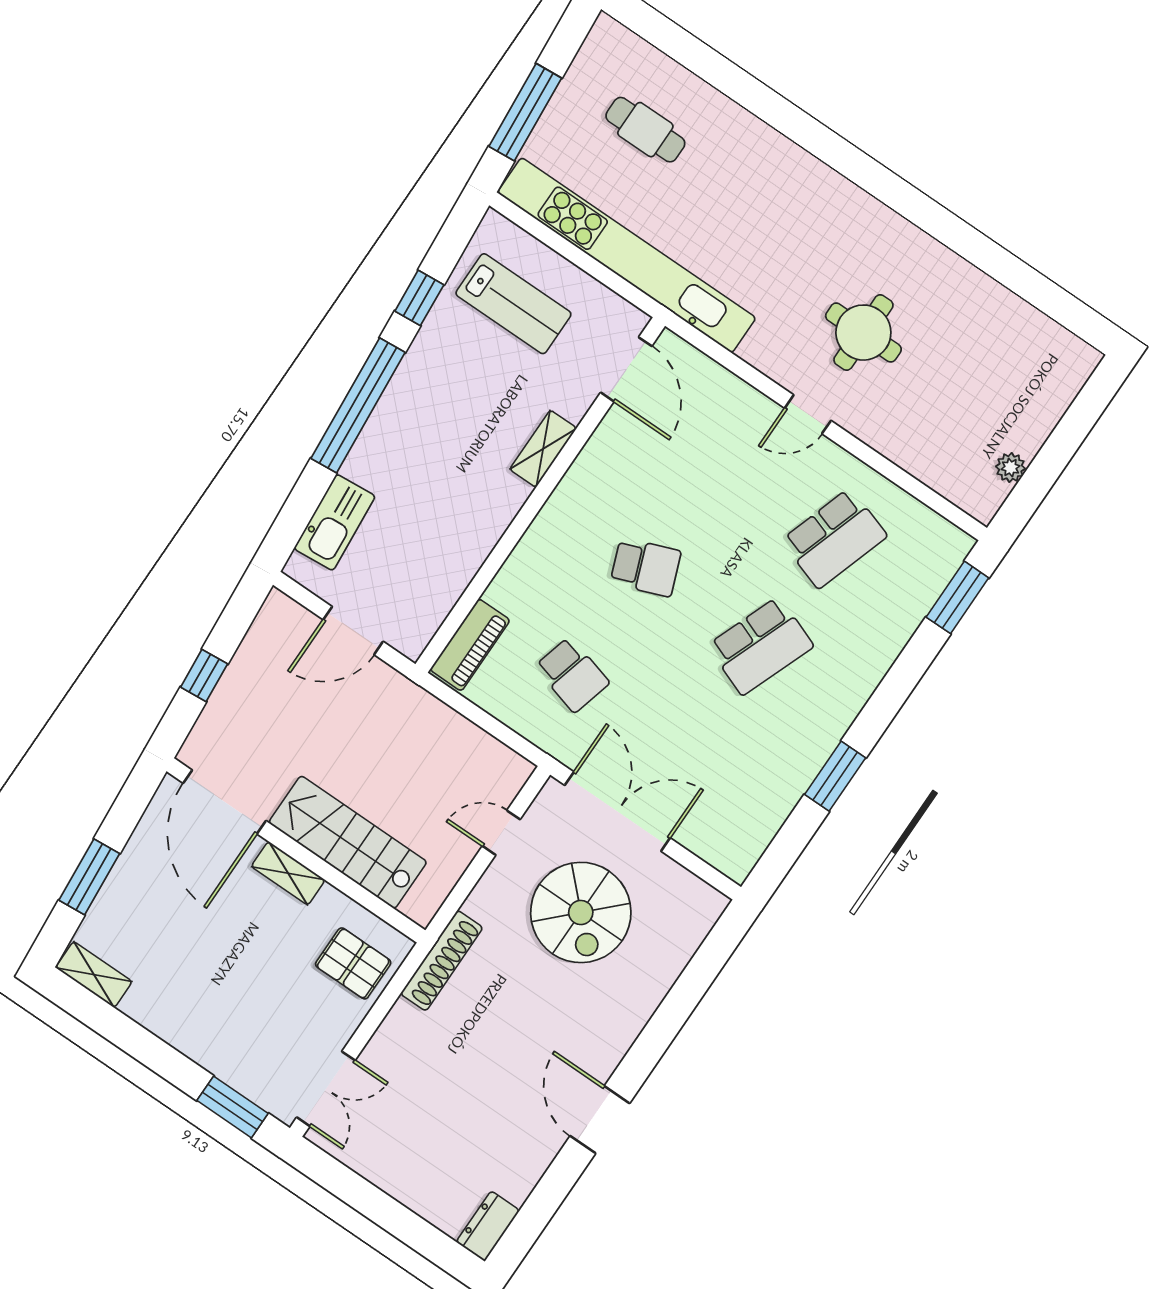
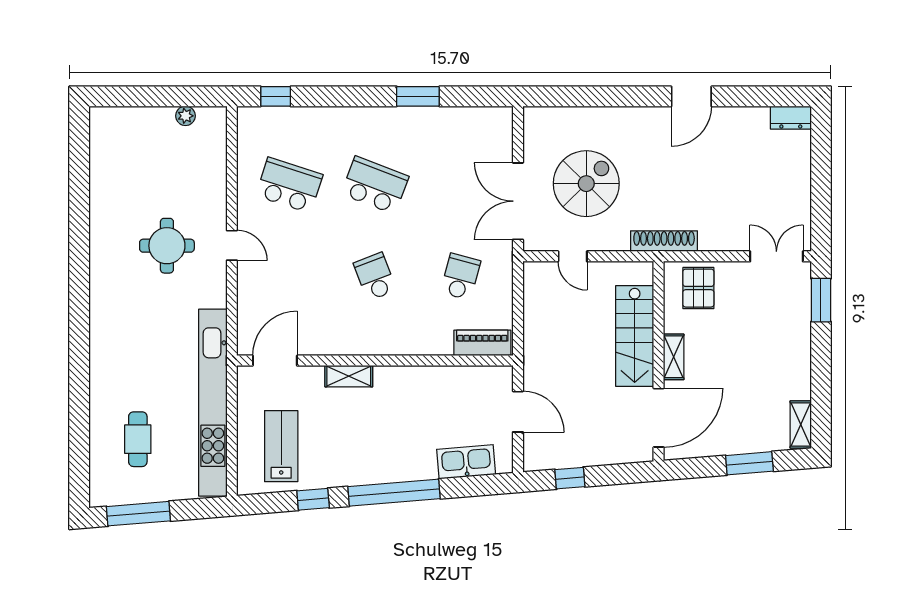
window: (525, 112) -> (138, 514), moved
window: (957, 597) -> (276, 96), width x0.67
window: (204, 675) -> (570, 478), moved

